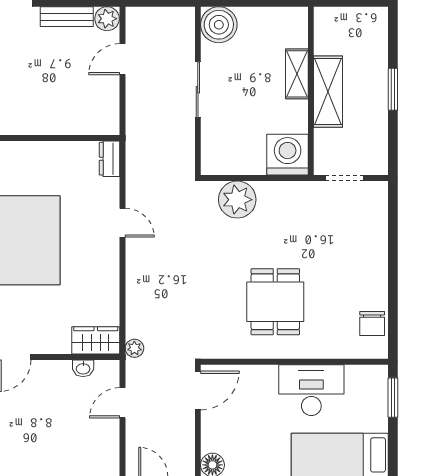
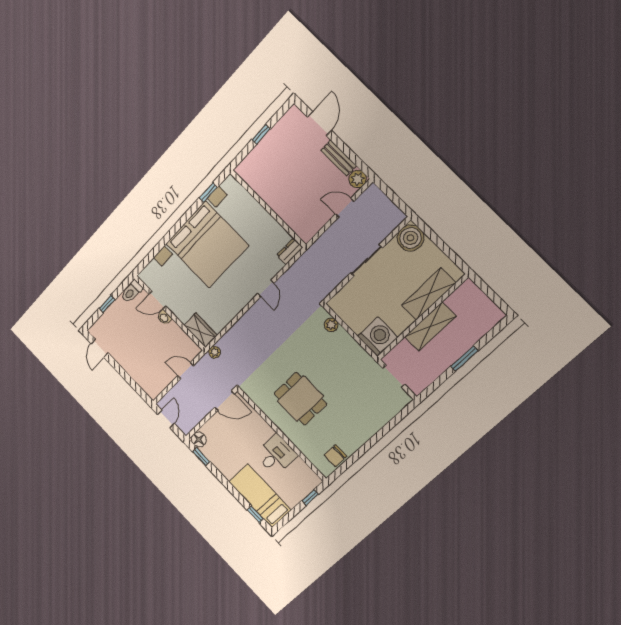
shelving: (297, 74) -> (429, 294), width x1.50, depth x1.33
plant: (237, 200) -> (331, 325), width x0.53, depth x0.53
dining table: (275, 302) -> (300, 399), turned 90
washbasin: (83, 368) -> (164, 318), moved
desk: (311, 390) -> (276, 455), width x0.73
window: (393, 398) -> (310, 497), width x0.67

